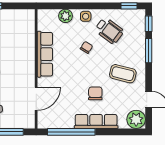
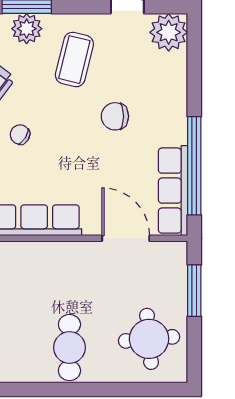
plant: (138, 51) -> (27, 29), added
row of seats: (96, 122) -> (173, 191), moved

